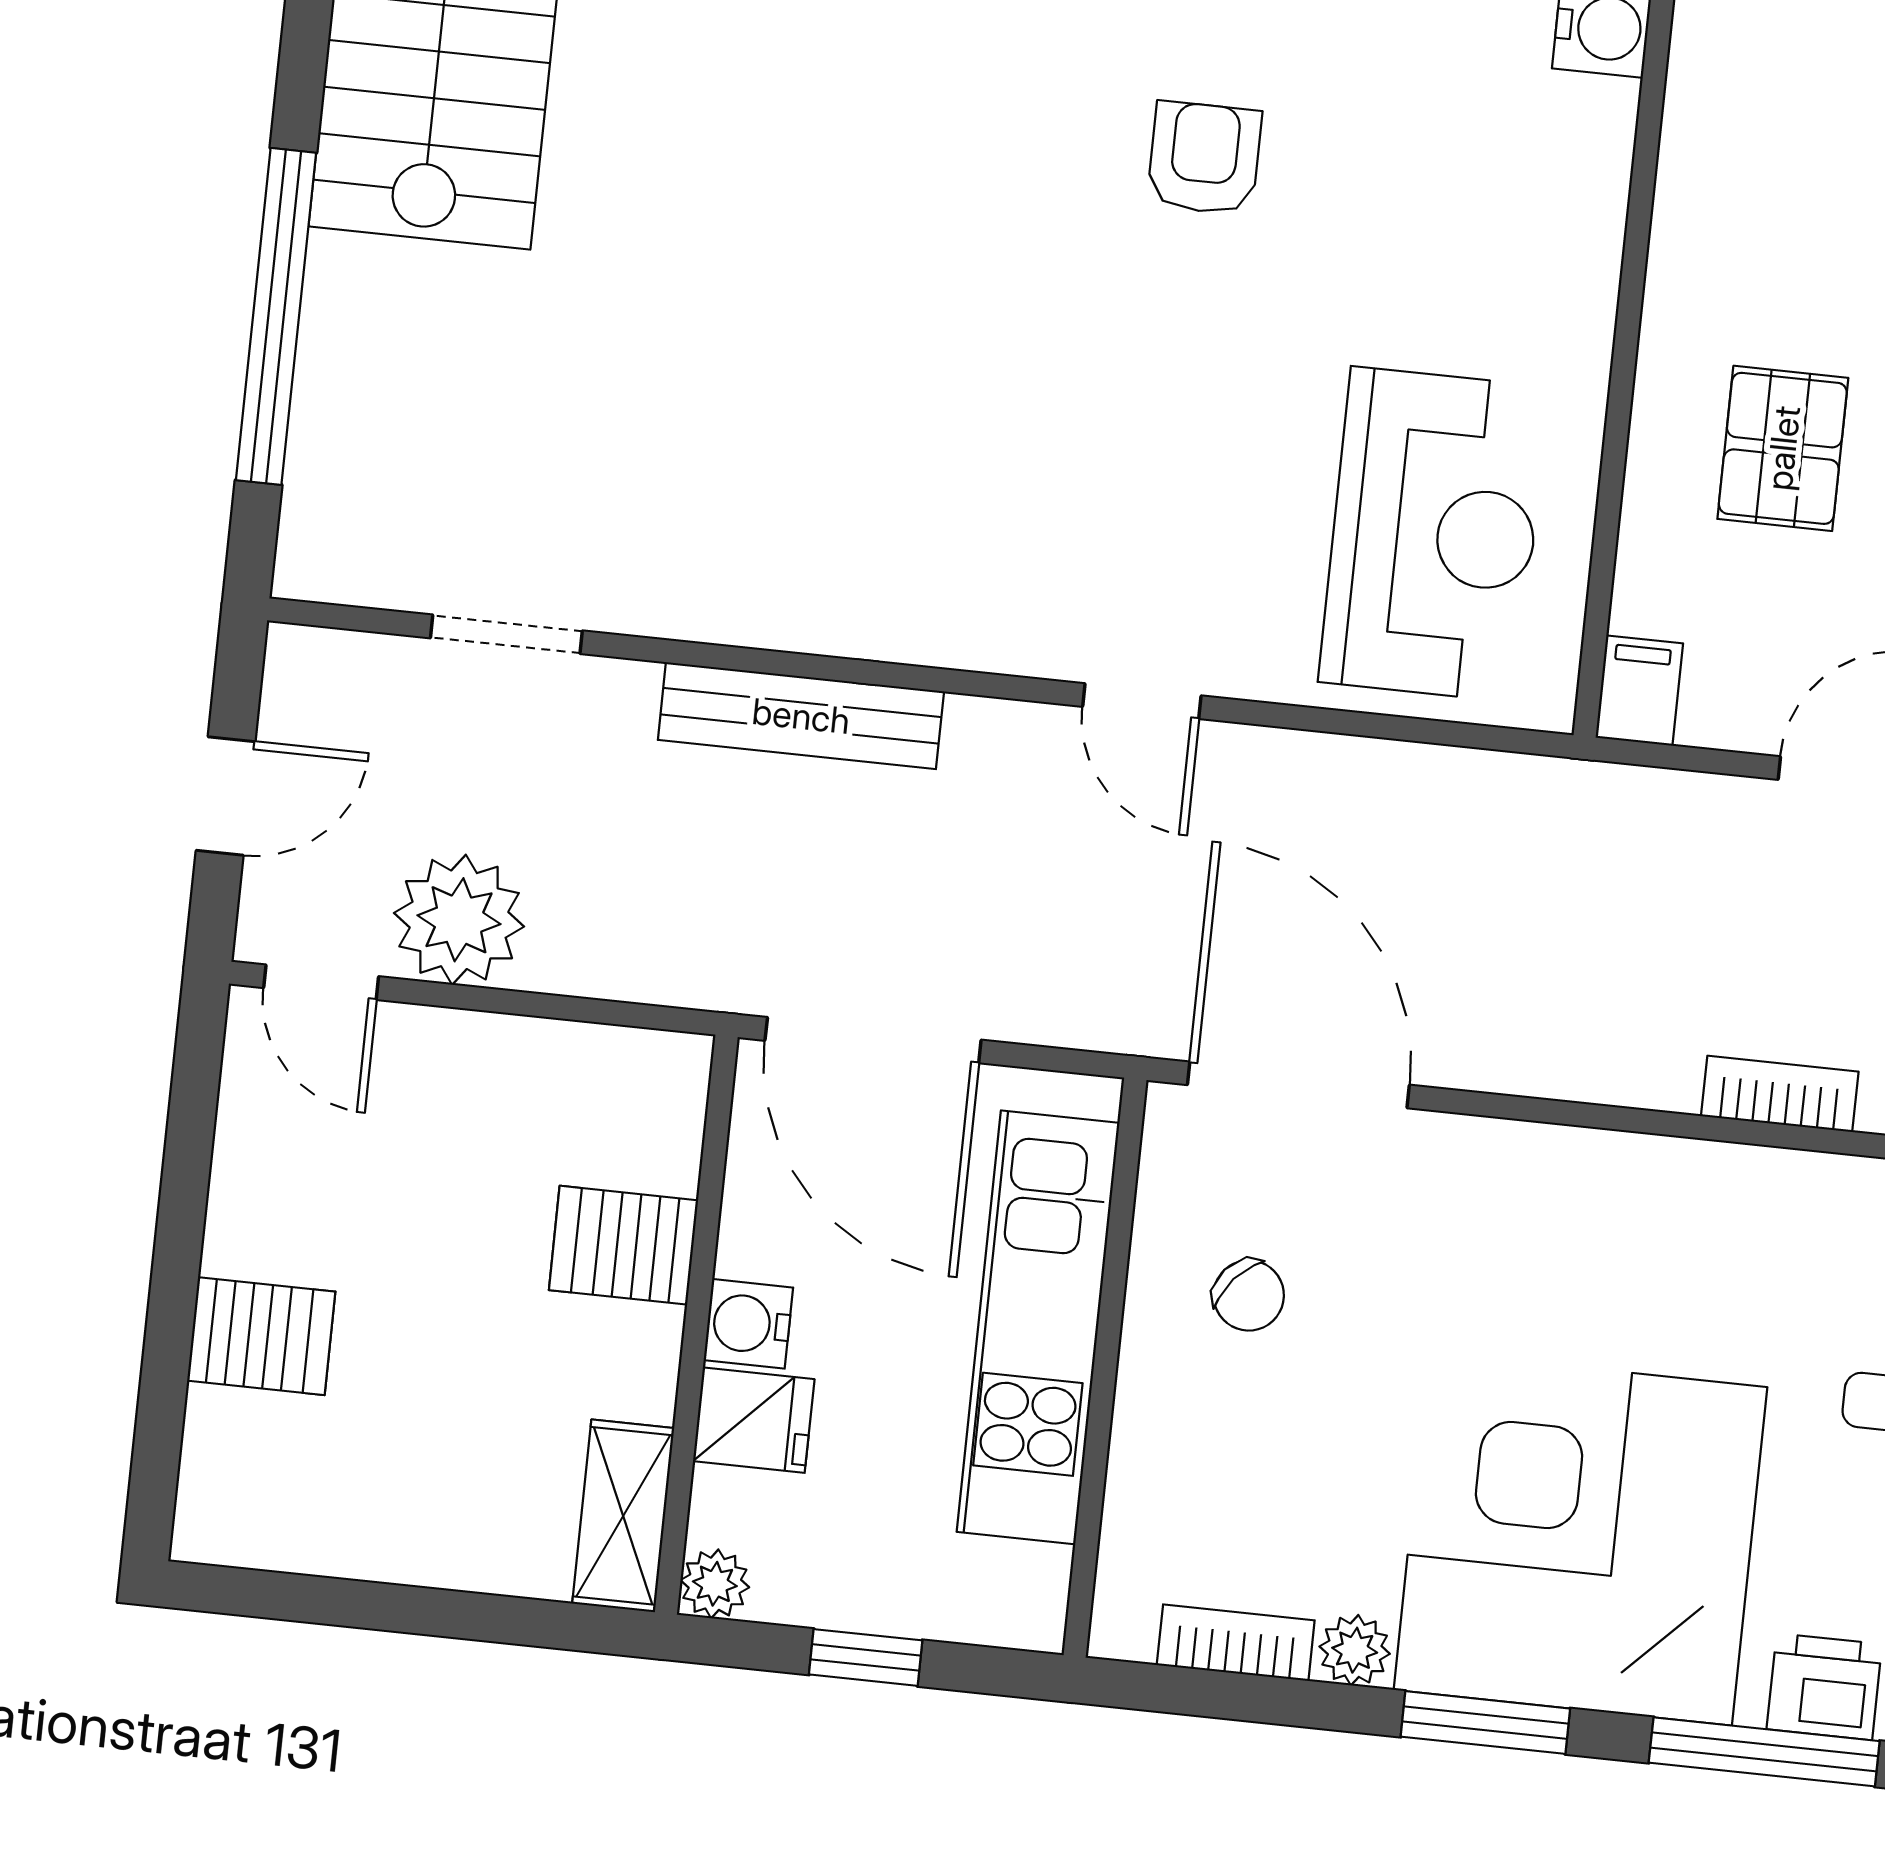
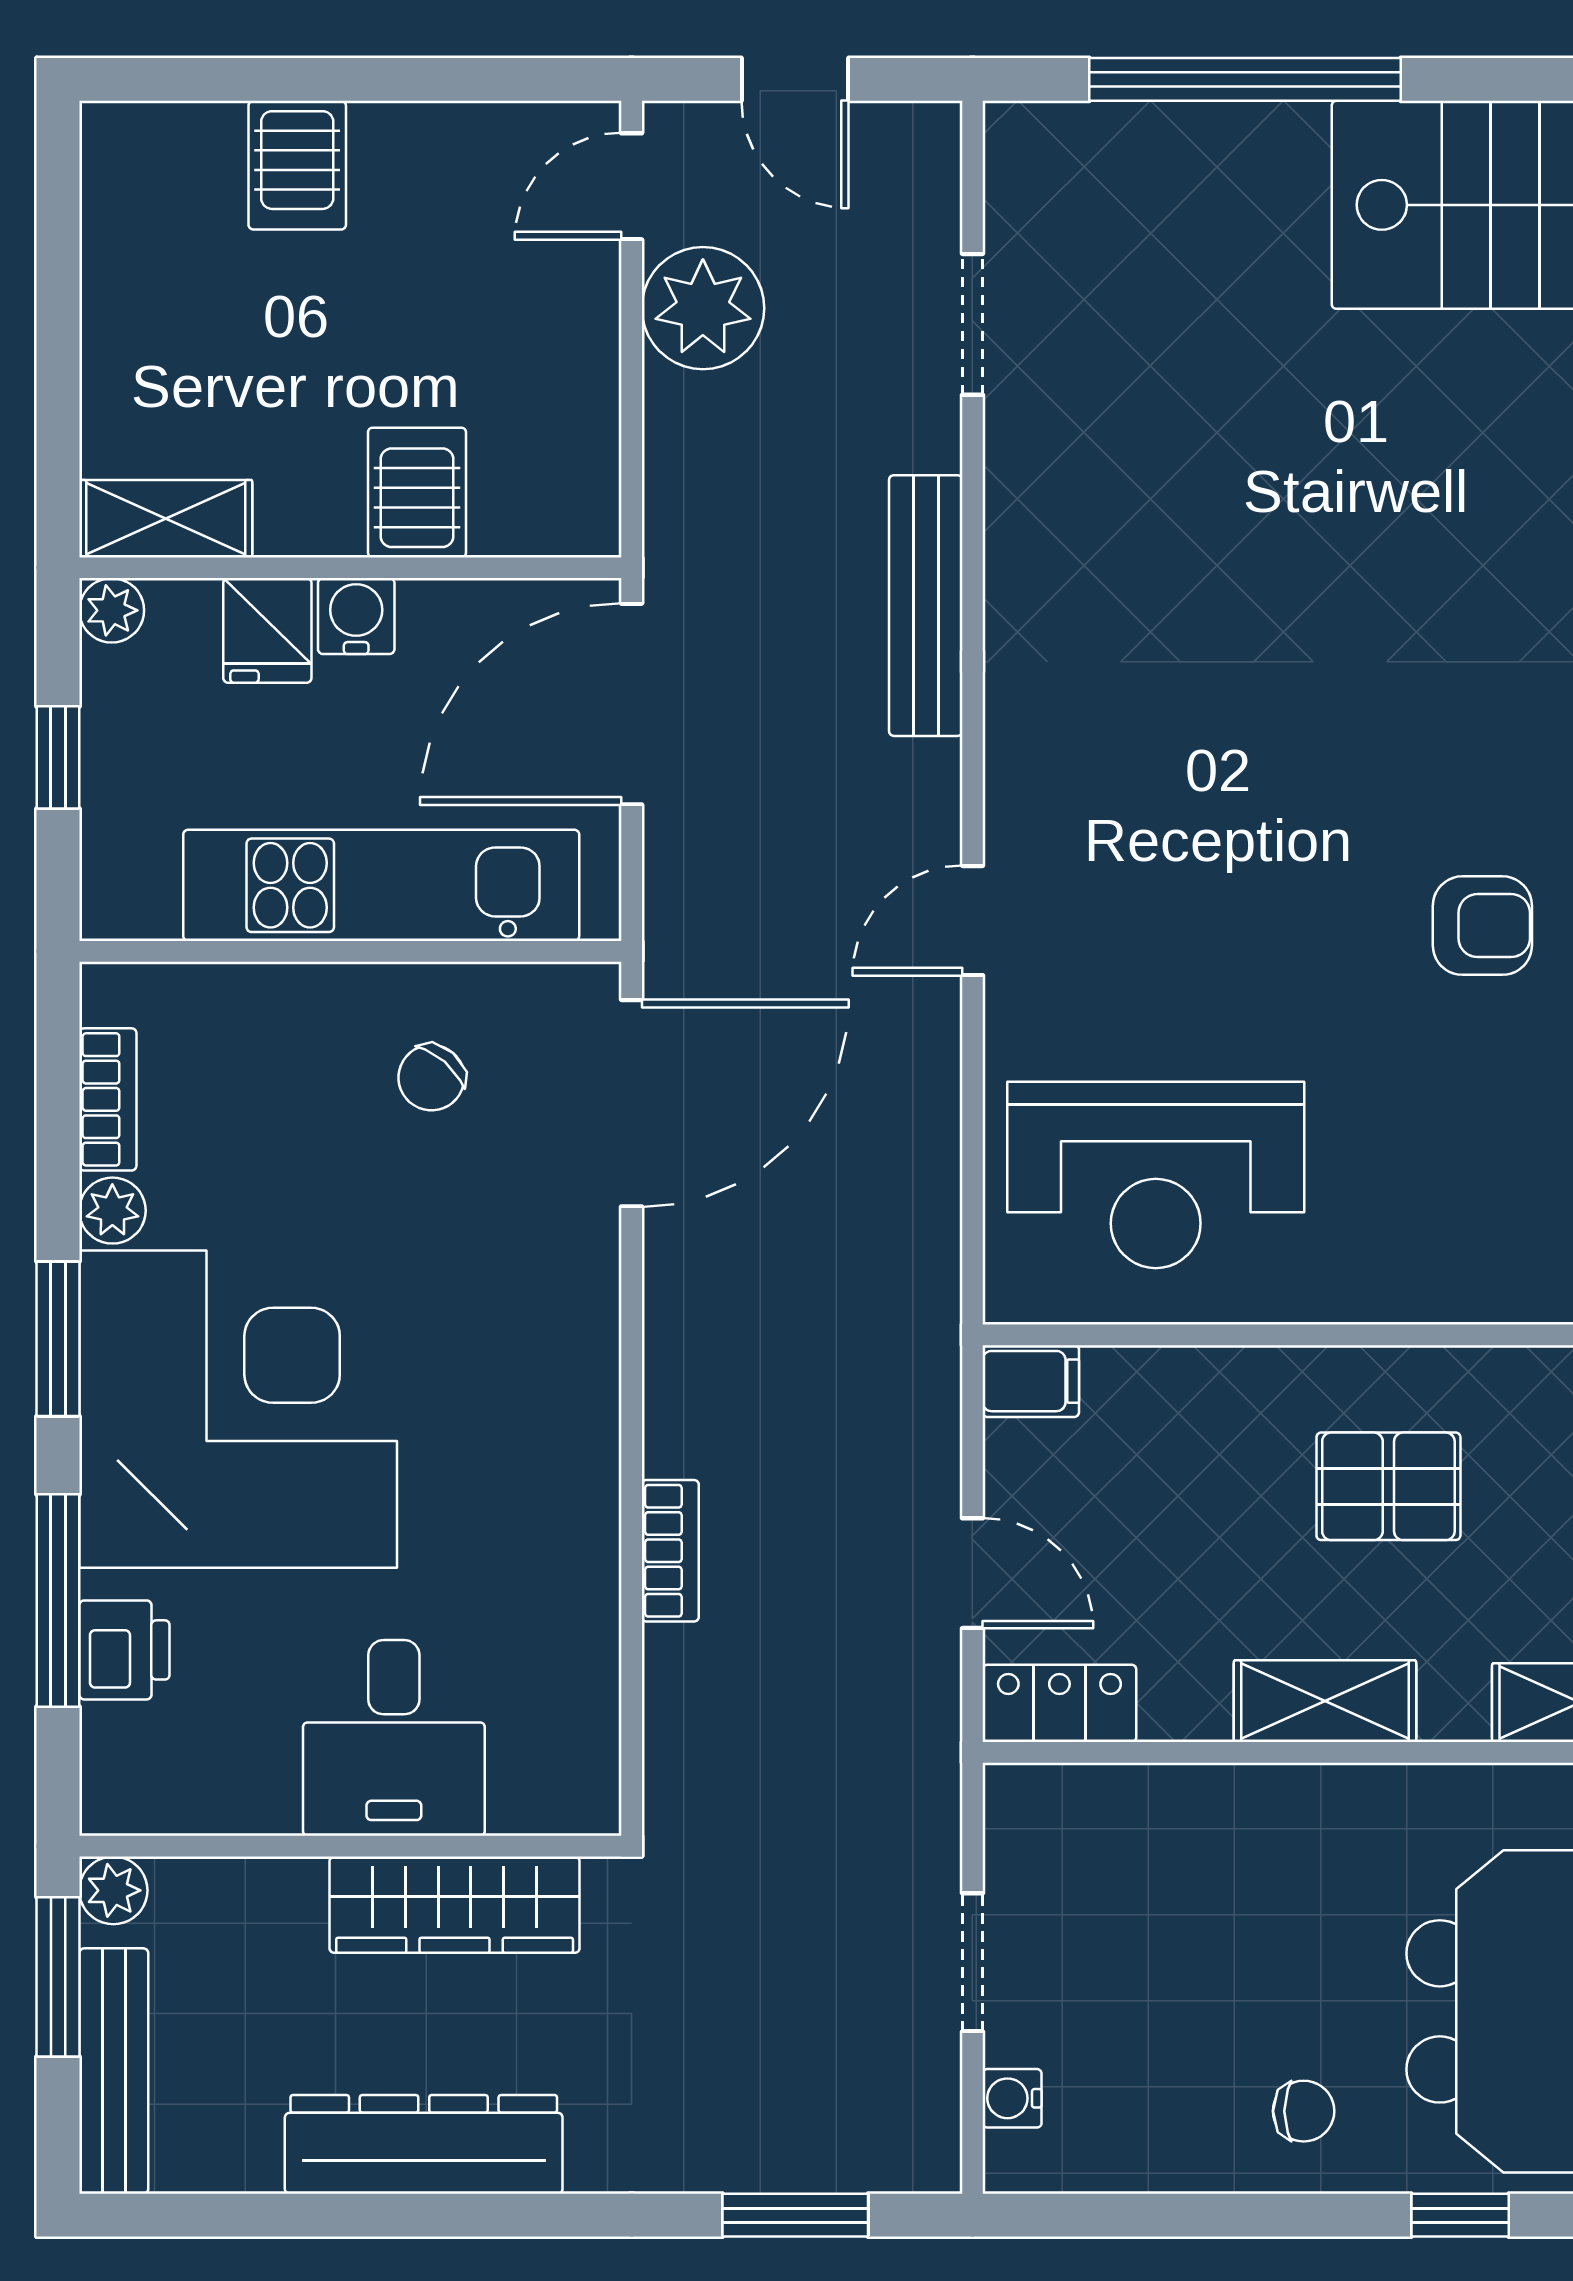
pallet: (1783, 448) -> (1388, 1486), moved

